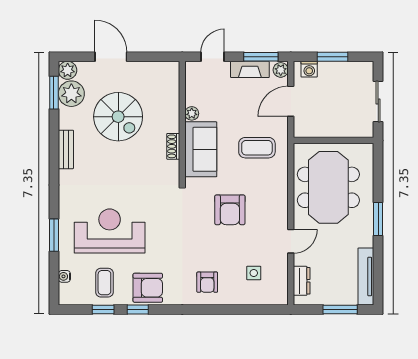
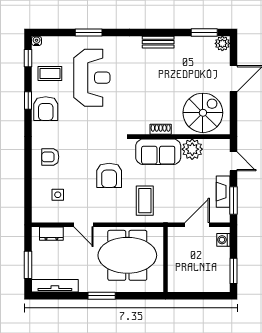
window: (332, 57) -> (233, 271), moved
plant: (281, 70) -> (223, 217), removed
plant: (71, 94) -> (203, 47), removed
door: (291, 101) -> (197, 225), hinge flipped
sliding door: (378, 102) -> (197, 296), removed
plant: (192, 113) -> (192, 149), width x1.88, depth x1.88
spiral stairs: (118, 117) -> (203, 113), moved, turned 180
coffee table: (257, 148) -> (145, 201), moved
armchair: (230, 210) -> (109, 175), turned -90
water cooler: (64, 276) -> (37, 41), moved
window: (103, 310) -> (28, 58), moved

